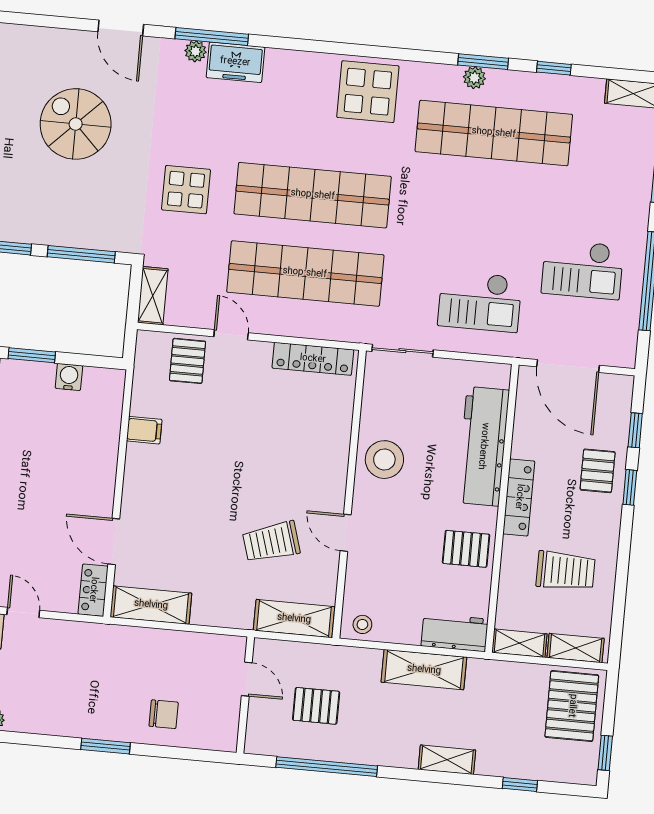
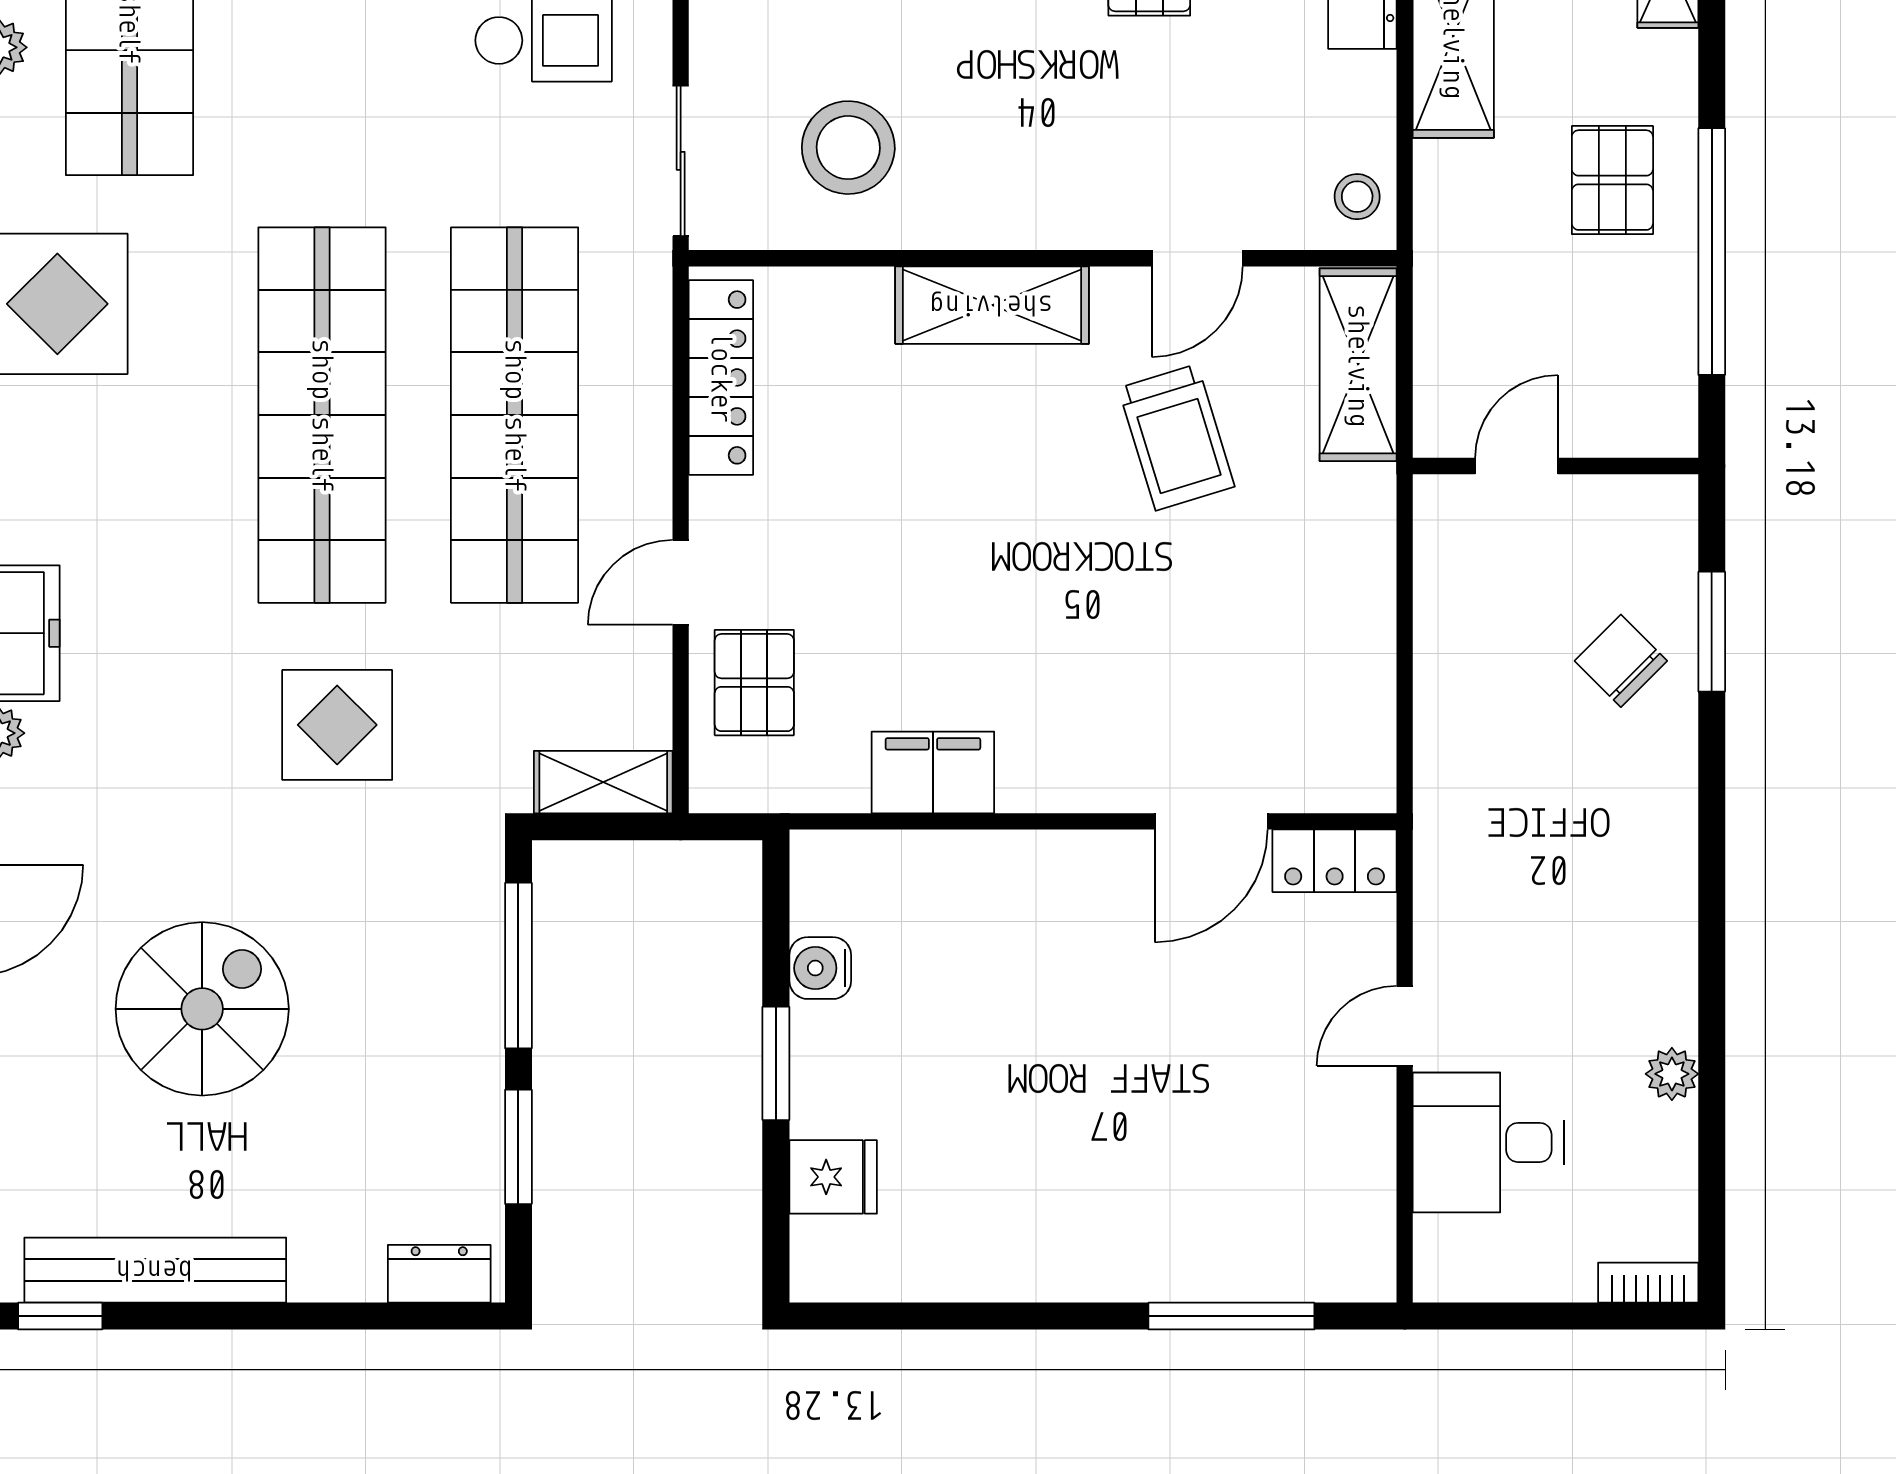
spiral stairs: (76, 124) -> (202, 1009), turned 180
pallet: (188, 361) -> (754, 683), turned 90
filing cabinet: (144, 430) -> (933, 772), width x2.00
stool: (384, 460) -> (848, 148), moved
door: (346, 533) -> (1197, 258), moved
shelving: (151, 605) -> (992, 305), moved, turned 90
pallet: (316, 706) -> (1612, 180), moved
chair: (164, 714) -> (1621, 661), turned -45
window: (106, 746) -> (1712, 632), moved

